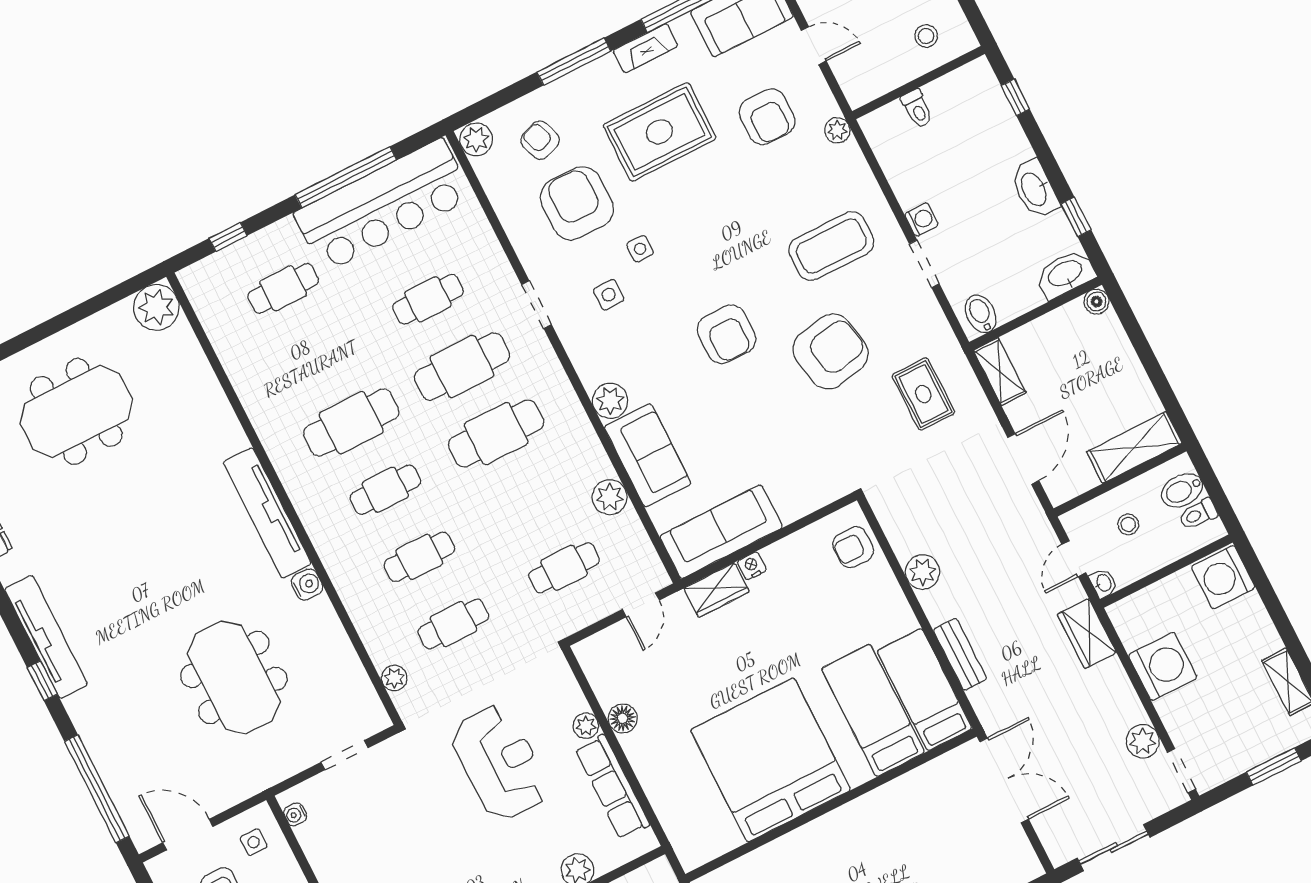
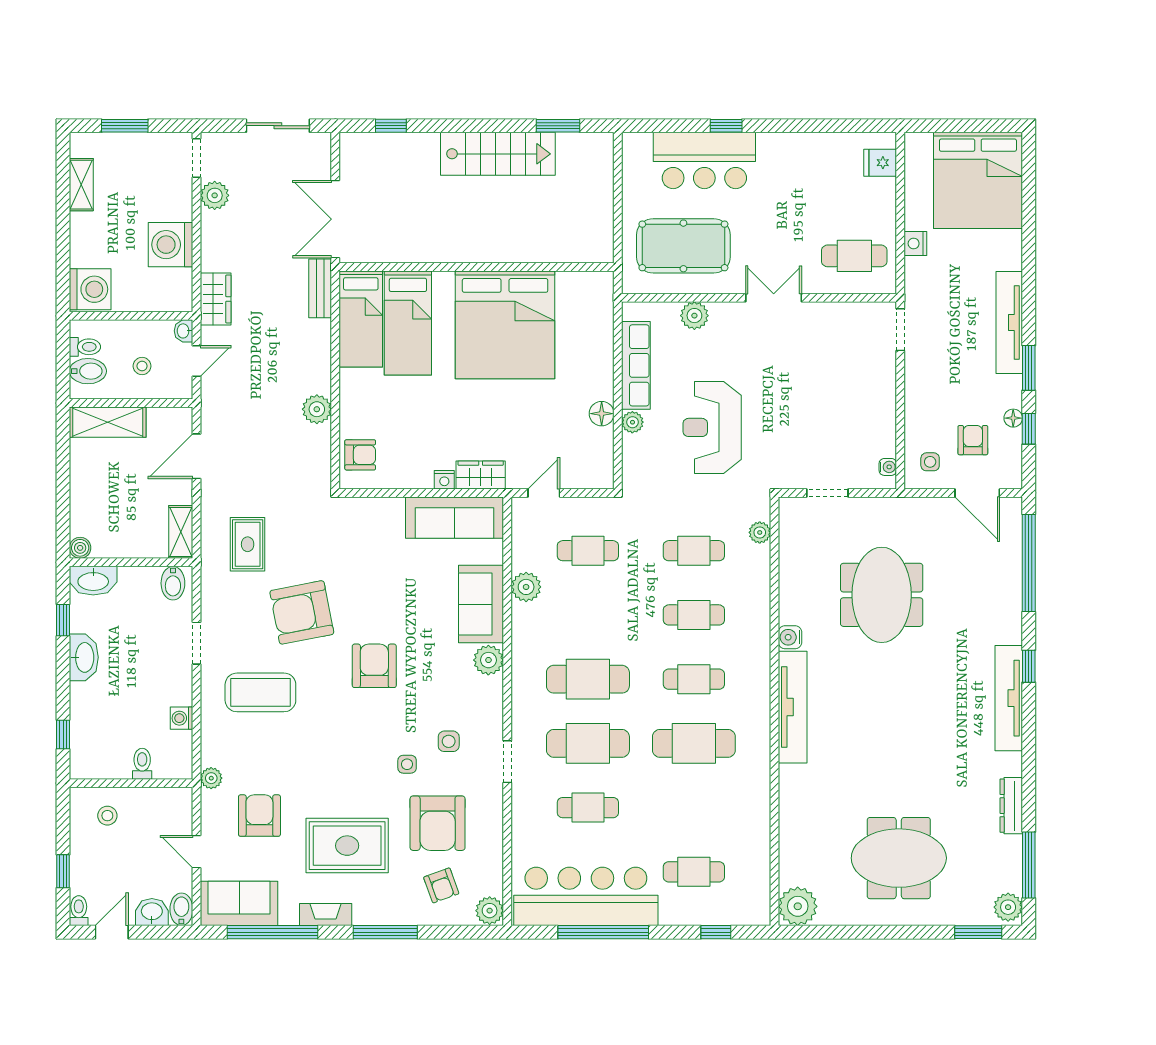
washing machine: (922, 220) -> (182, 718), moved
bench: (960, 654) -> (320, 288), moved

